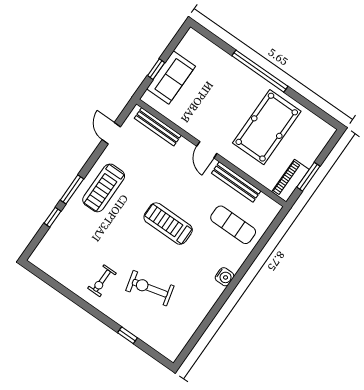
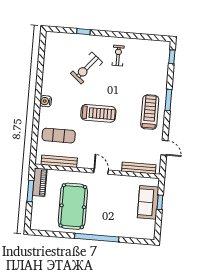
bench: (236, 182) -> (59, 161), moved
window: (52, 217) -> (172, 57), moved
exercise bike: (150, 288) -> (87, 68), turned 144

